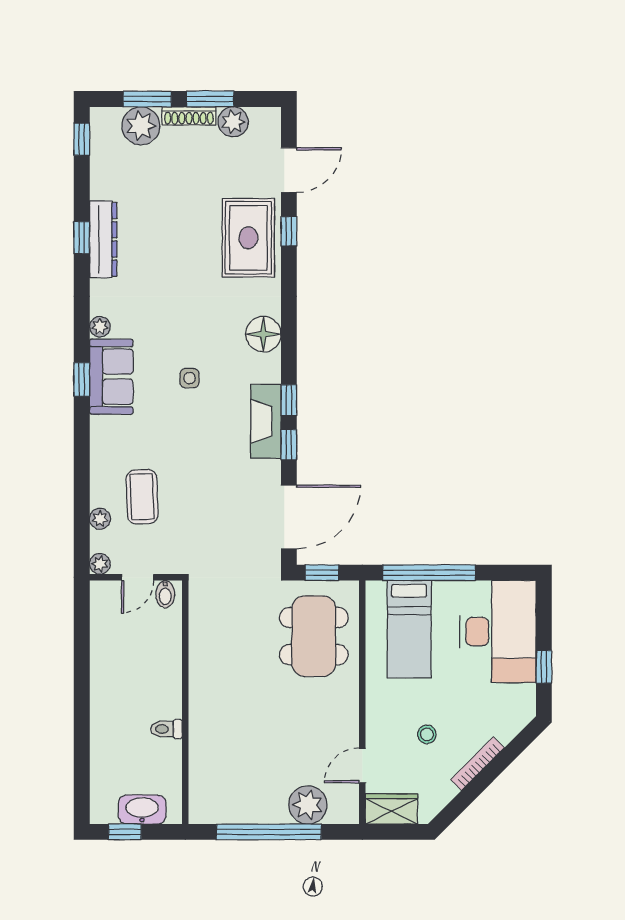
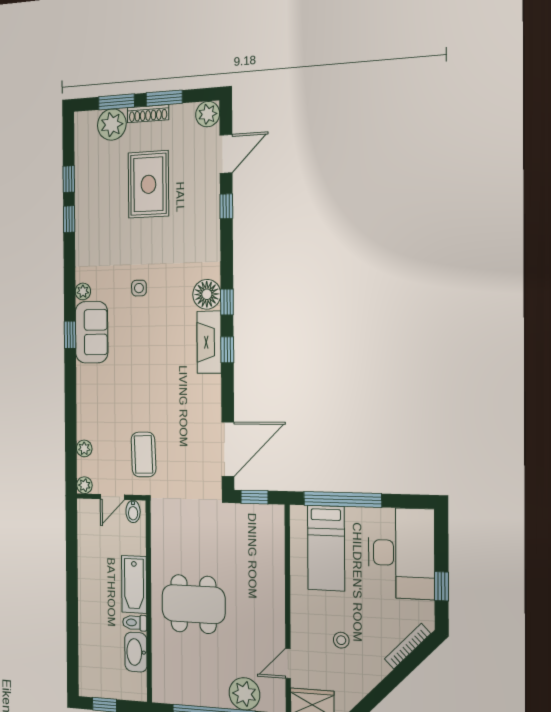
plant: (233, 122) -> (208, 114), moved
window: (82, 139) -> (69, 179), moved
rug: (248, 238) -> (148, 184), moved
dresser: (103, 239) -> (85, 220), removed
side table: (189, 378) -> (139, 288), moved
fireplace: (266, 421) -> (209, 342), moved
window: (289, 445) -> (227, 302), moved
coffee table: (142, 497) -> (144, 454), moved
dining table: (314, 636) -> (193, 604), moved, turned 90
bathtub: (166, 683) -> (134, 584), added
bookcase: (477, 764) -> (408, 646), moved
washbasin: (142, 809) -> (136, 652), moved, turned -90

